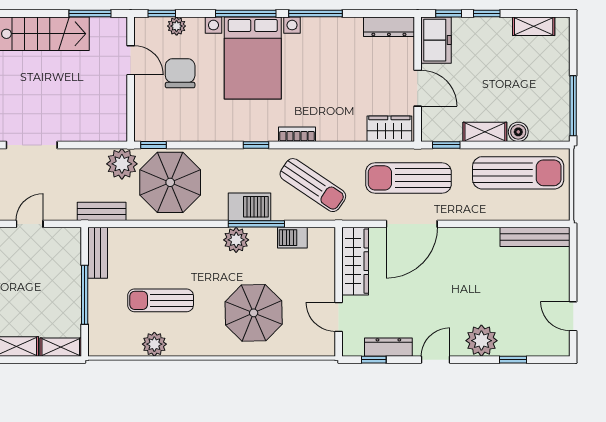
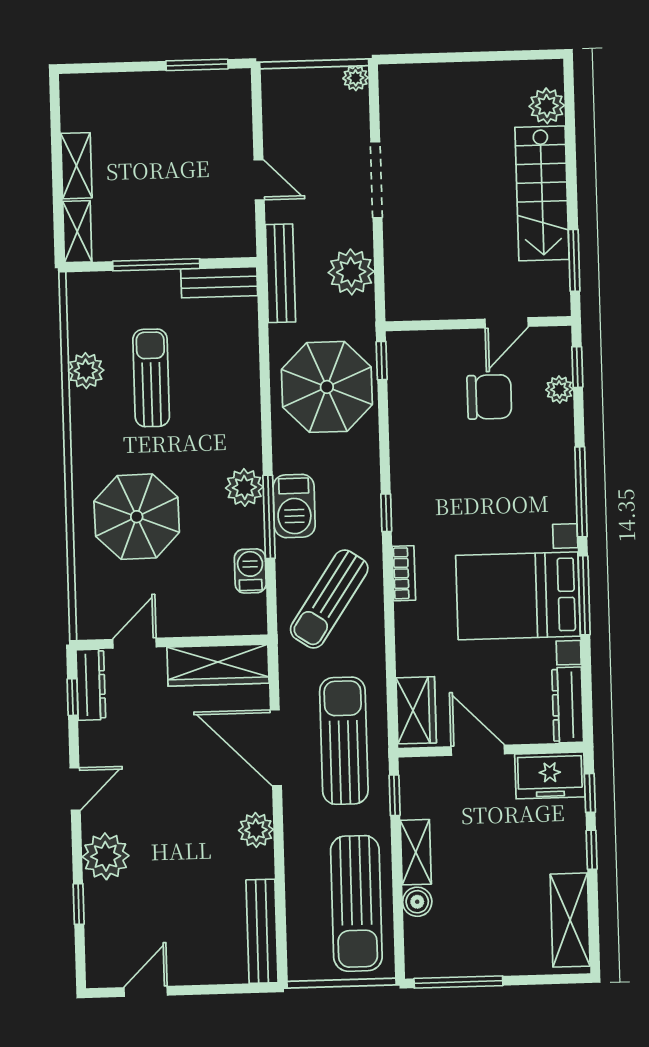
shelving: (534, 26) -> (570, 920), width x1.50, depth x1.33
bed with nightstands: (253, 58) -> (518, 596), moved
door: (418, 88) -> (478, 750), swing flipped
plant: (122, 164) -> (351, 272), moved
bench: (102, 211) -> (280, 273), width x1.36
plant: (467, 239) -> (256, 830), added
dresser: (388, 347) -> (91, 685), moved
door: (436, 360) -> (75, 789), hinge flipped

